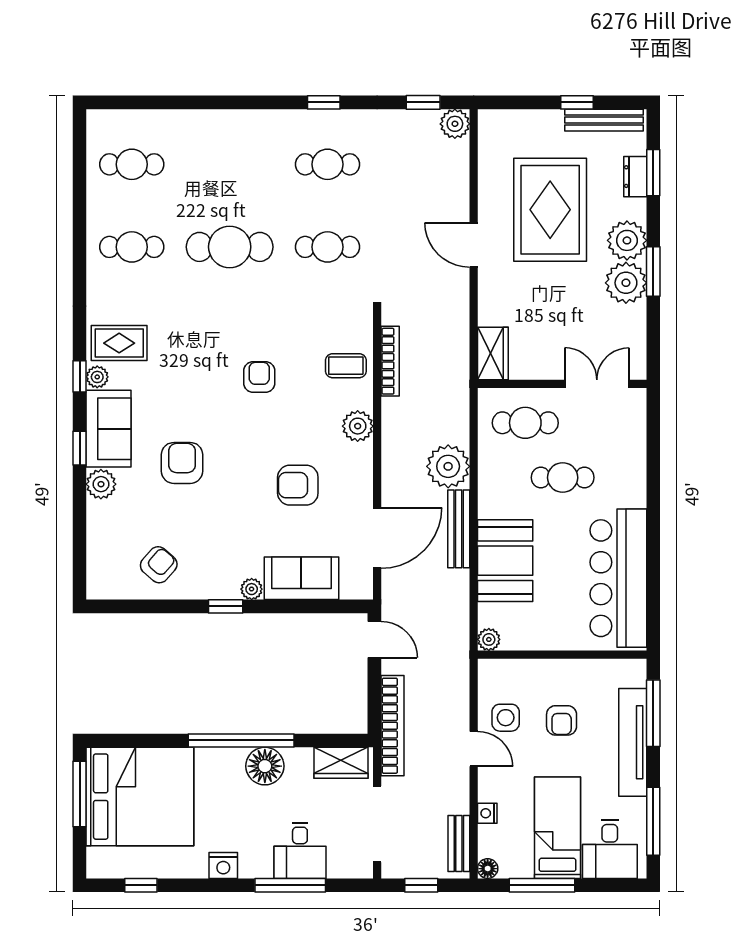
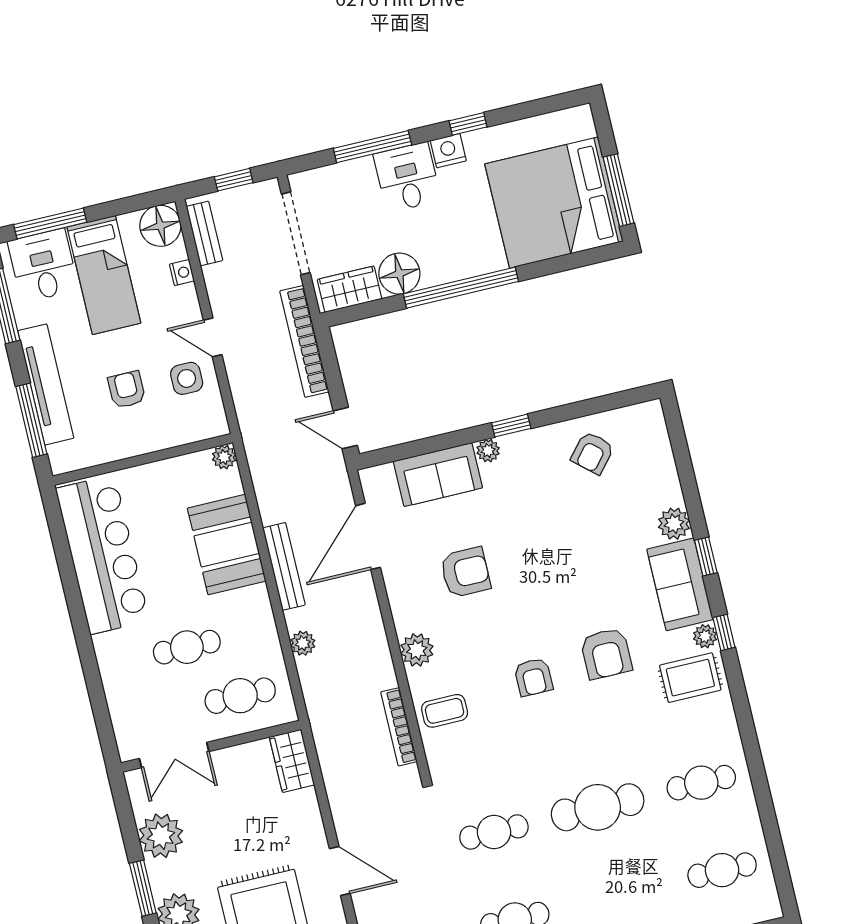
plant: (626, 283) -> (161, 836), moved
armchair: (182, 463) -> (606, 654), moved
plant: (448, 466) -> (303, 643), width x0.53, depth x0.53
floor lamp: (265, 766) -> (399, 274), moved
desk: (300, 851) -> (407, 177), moved
floor lamp: (488, 869) -> (160, 226), width x1.89, depth x1.89
window: (141, 885) -> (468, 124), moved
window: (542, 885) -> (50, 223), moved

